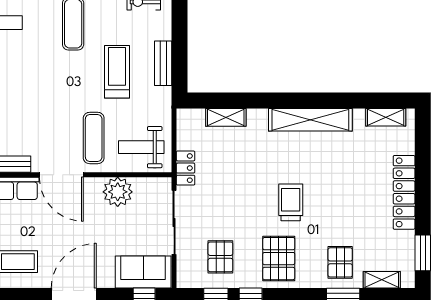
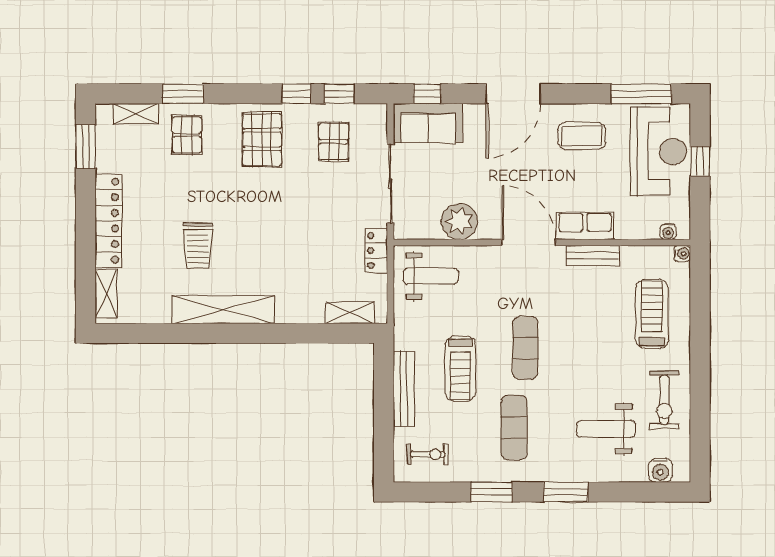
bench: (163, 63) -> (404, 389), width x1.36
shelving: (226, 117) -> (350, 313), moved
shelving: (386, 117) -> (106, 294), moved, turned 90
exercise mat: (94, 138) -> (525, 348), moved
trolley: (291, 202) -> (198, 245), moved

